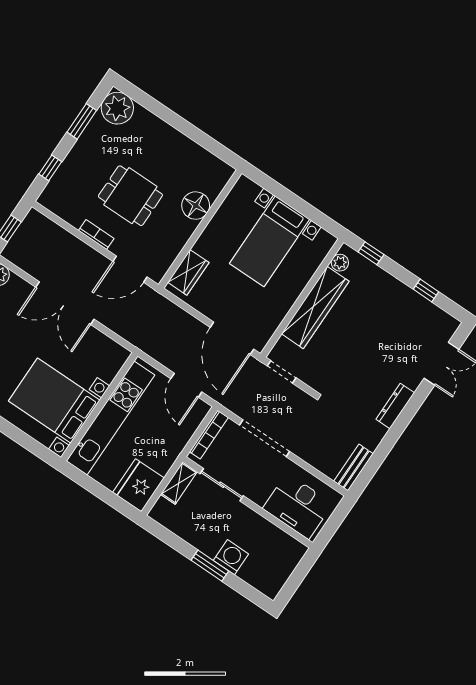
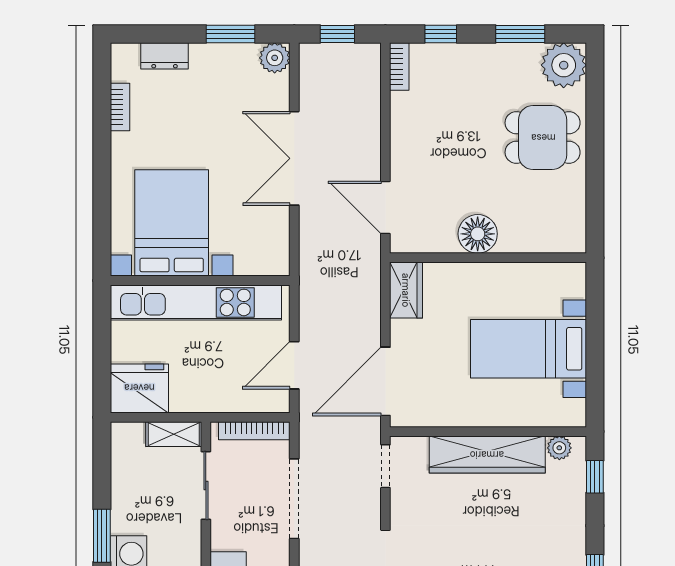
dining table: (130, 196) -> (543, 138), moved, turned 90
floor lamp: (196, 206) -> (478, 234), moved
bookcase: (96, 235) -> (399, 66), moved
wardrobe: (188, 272) -> (406, 290), moved, turned -90

